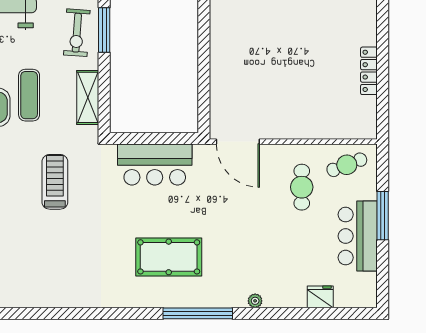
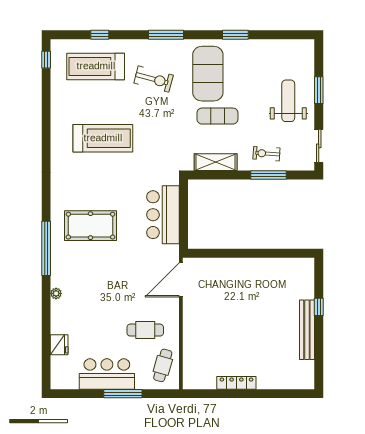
exercise bike: (77, 33) -> (266, 154), width x0.73, depth x0.72
cafe table: (347, 165) -> (163, 365), turned 37
treadmill: (55, 182) -> (103, 138), moved, width x1.37, depth x1.38
pool table: (169, 257) -> (90, 226), turned 90

